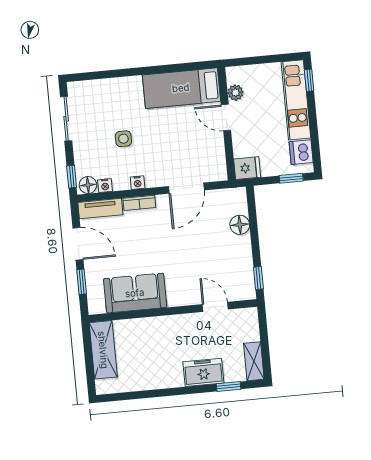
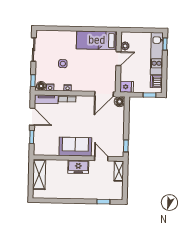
door: (226, 118) -> (119, 59), swing flipped
door: (186, 188) -> (104, 94), moved
floor lamp: (240, 225) -> (120, 102), moved
sofa: (135, 293) -> (75, 147), moved
shelving: (254, 361) -> (119, 171), moved
freezer: (203, 372) -> (78, 167), moved, turned 180

